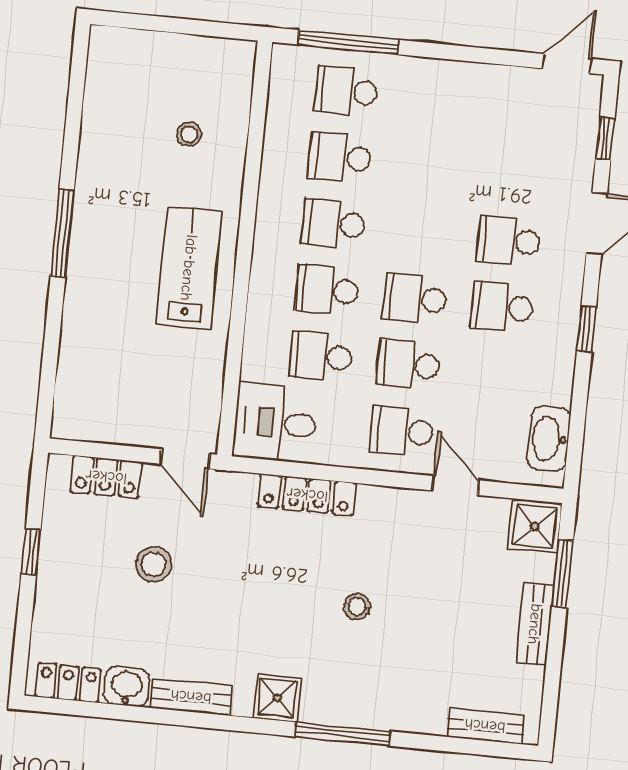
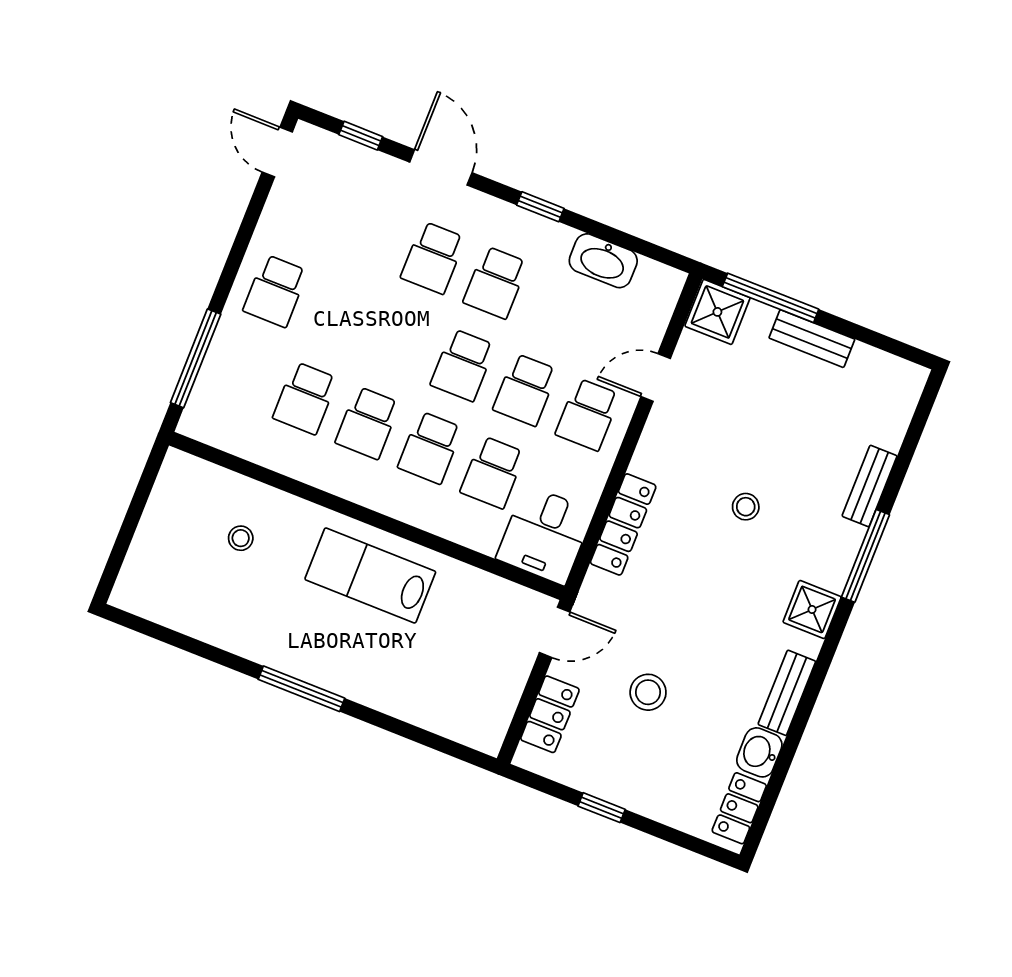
school desk: (347, 91) -> (275, 291), moved
washbasin: (549, 439) -> (603, 261), moved
window: (563, 573) -> (771, 298), width x1.44
bench: (485, 726) -> (870, 486), moved

